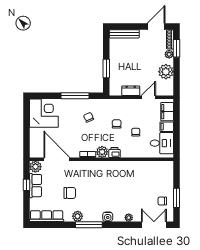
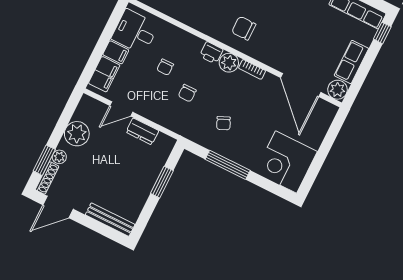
window: (26, 185) -> (382, 33), moved
chair: (70, 193) -> (244, 28), moved

